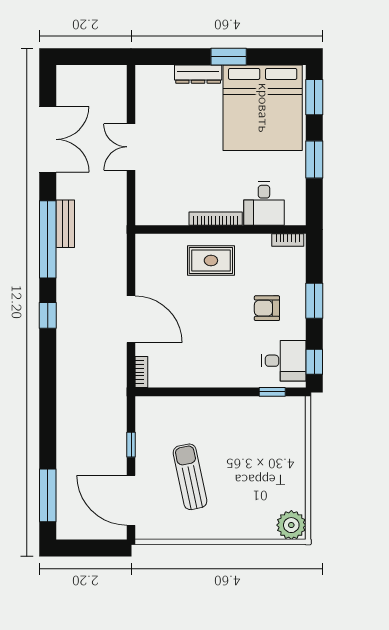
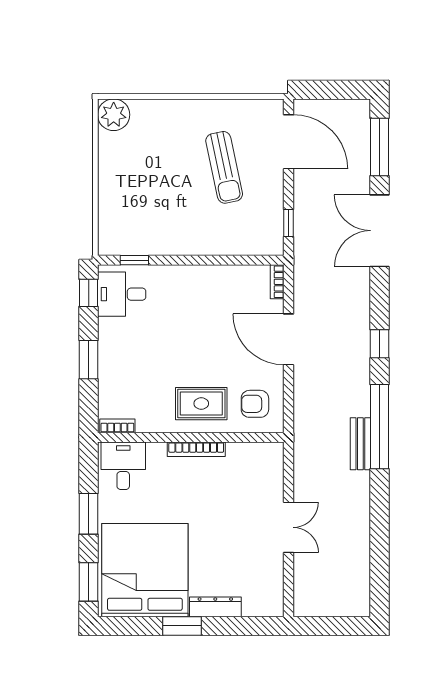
double door: (48, 139) -> (379, 231), moved
desk: (264, 203) -> (123, 466), moved
armchair: (267, 308) -> (255, 404), moved, turned 180
window: (131, 445) -> (289, 223), moved

